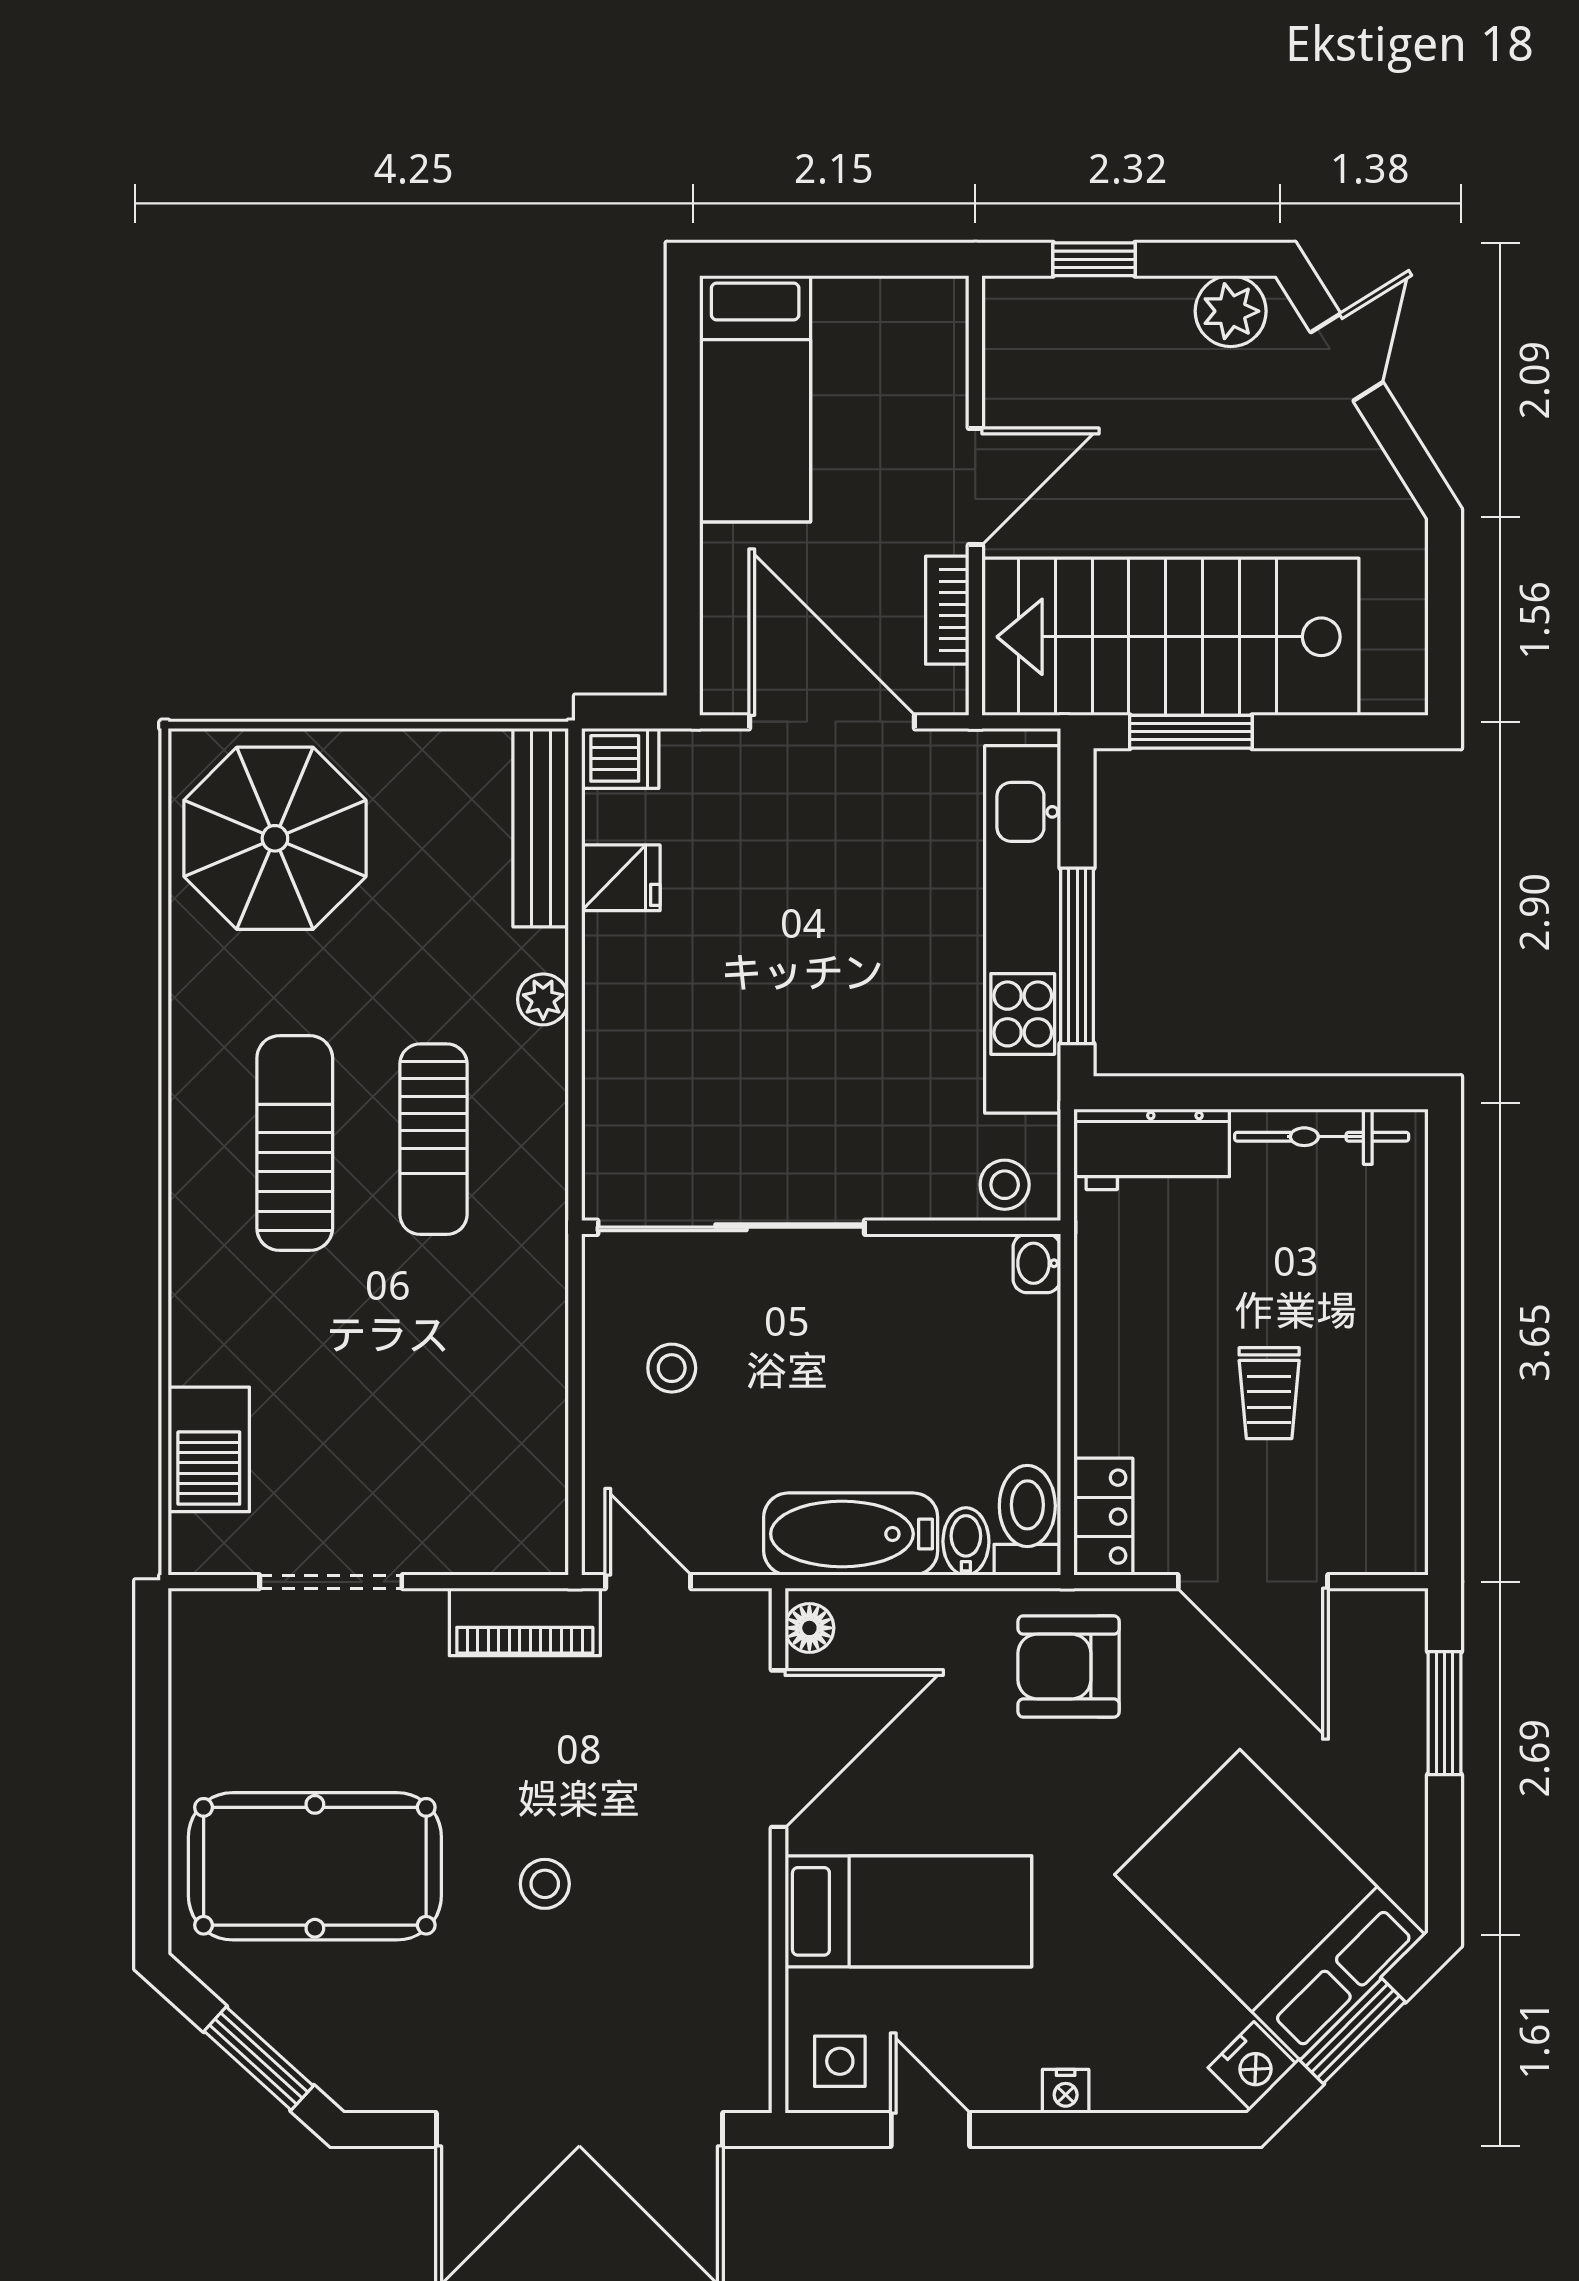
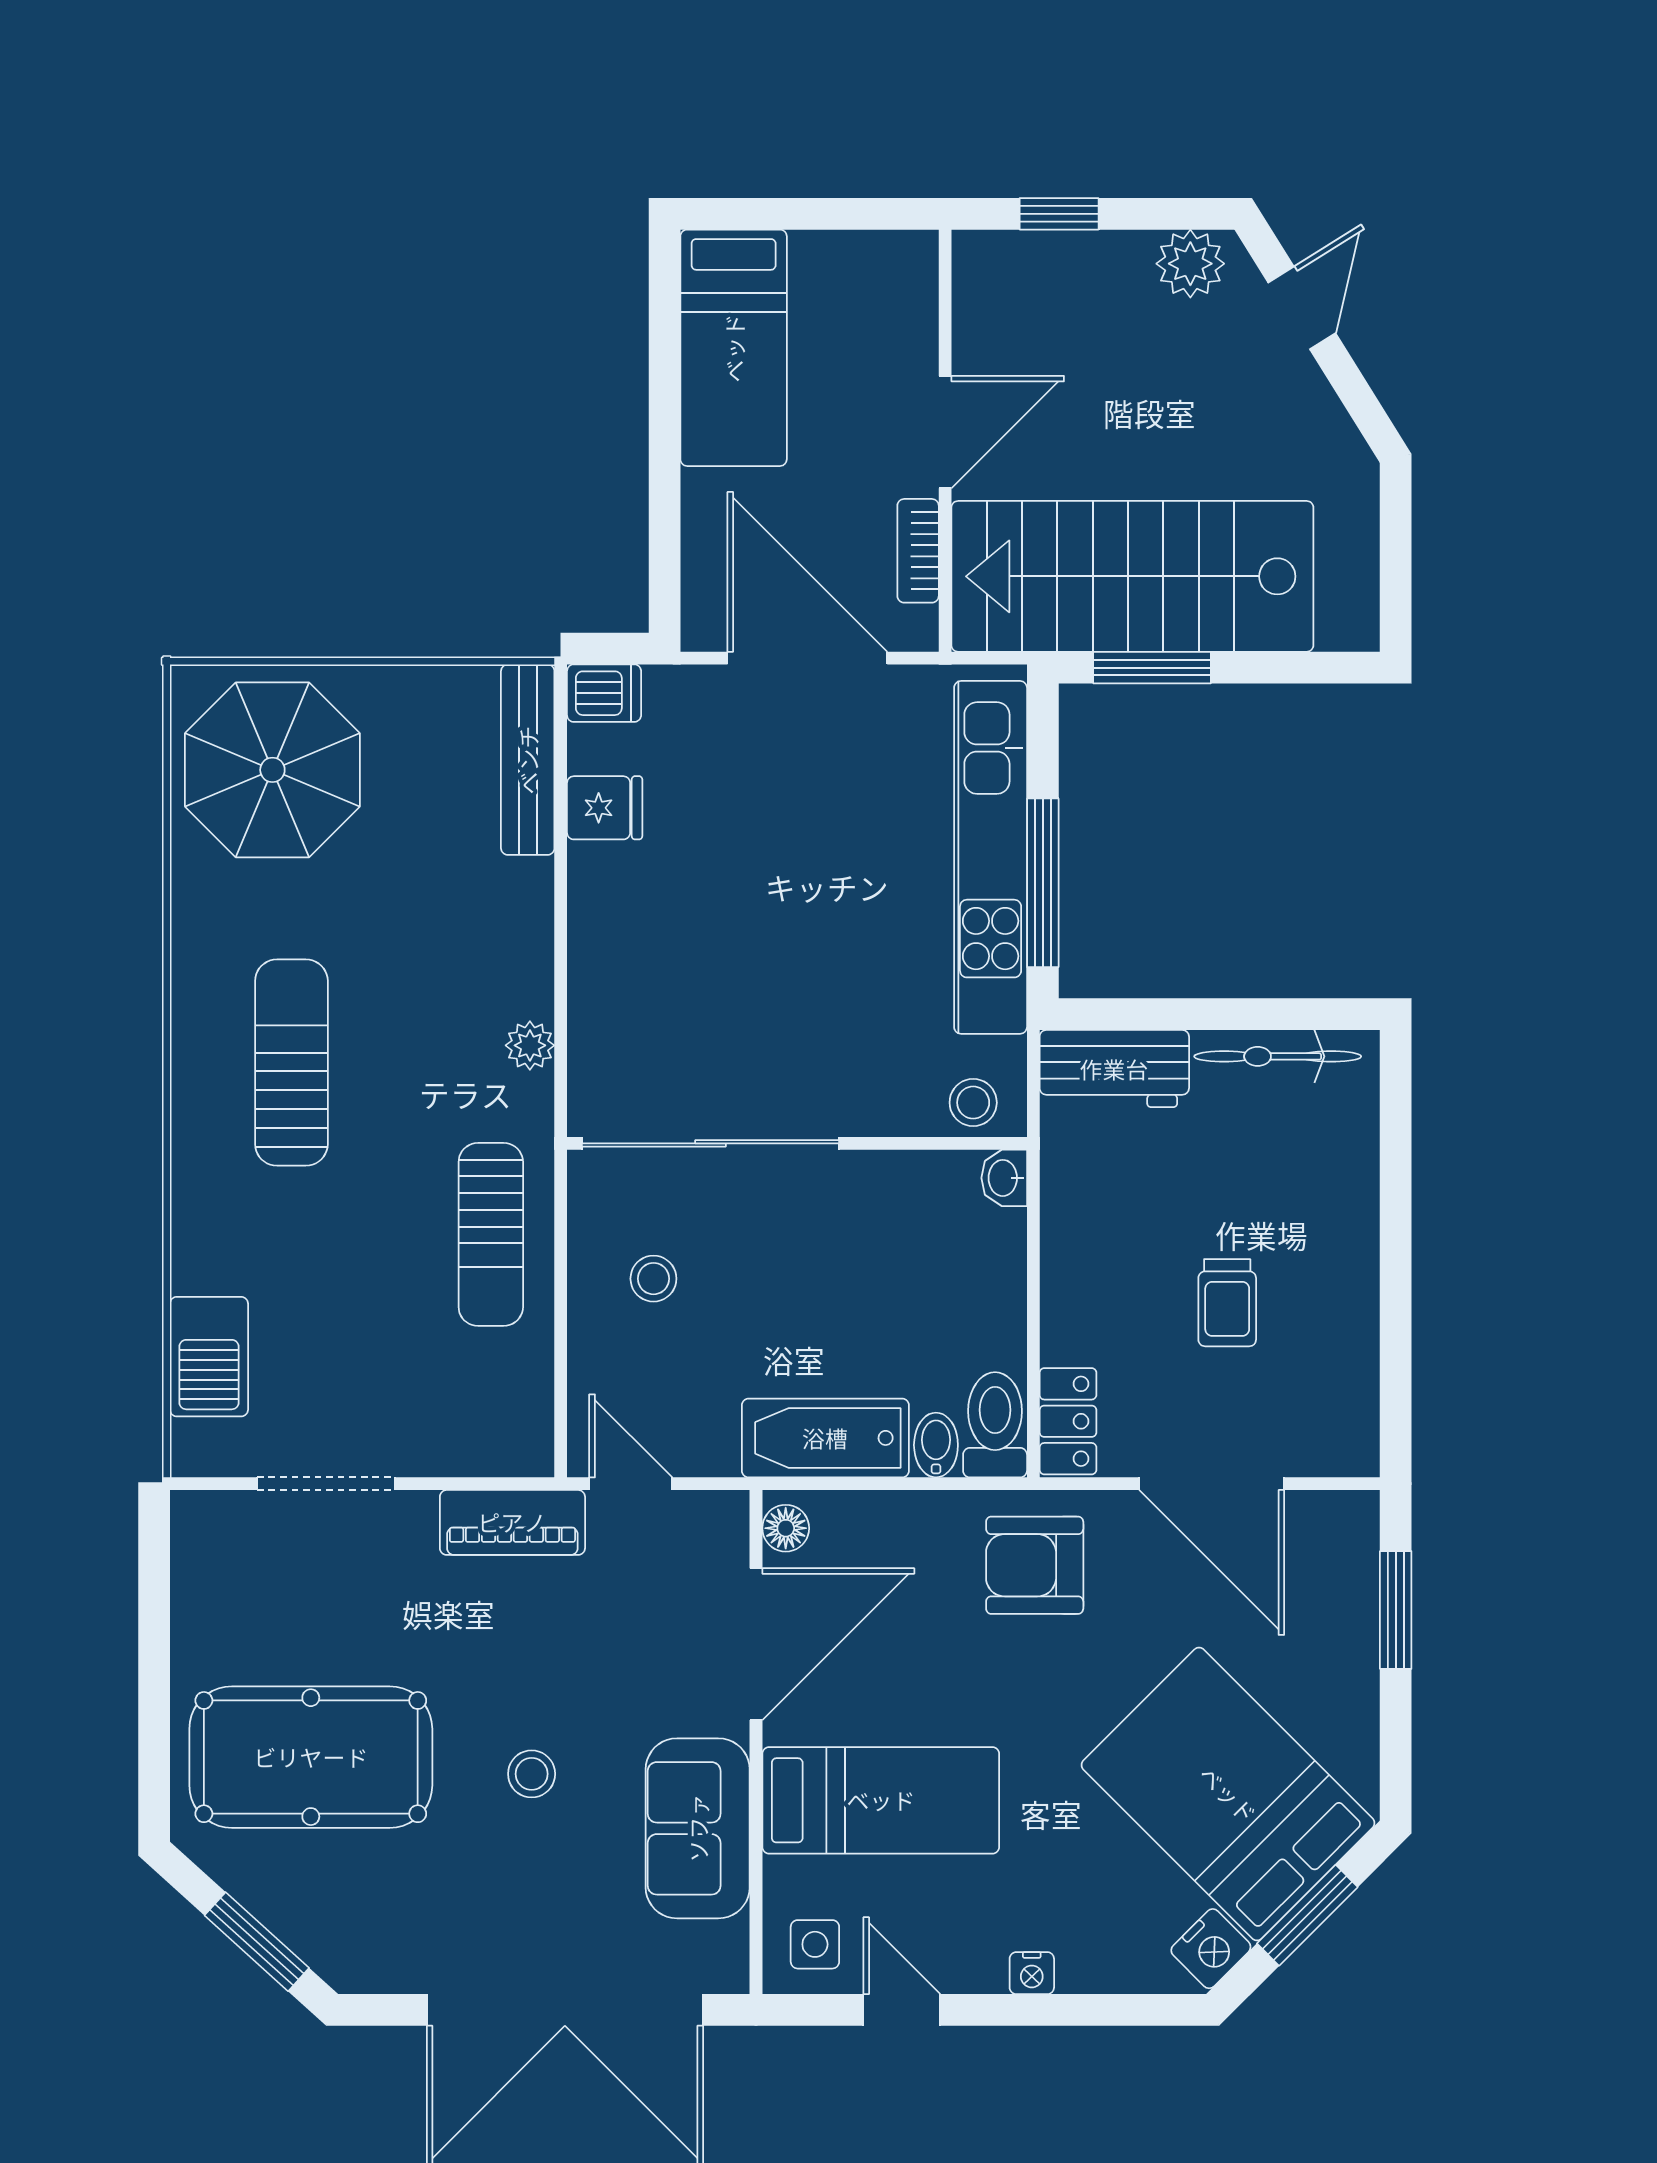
plant: (543, 999) -> (530, 1045), moved
sun lounger: (433, 1139) -> (491, 1234), moved
sofa: (718, 1940) -> (698, 1828), added

